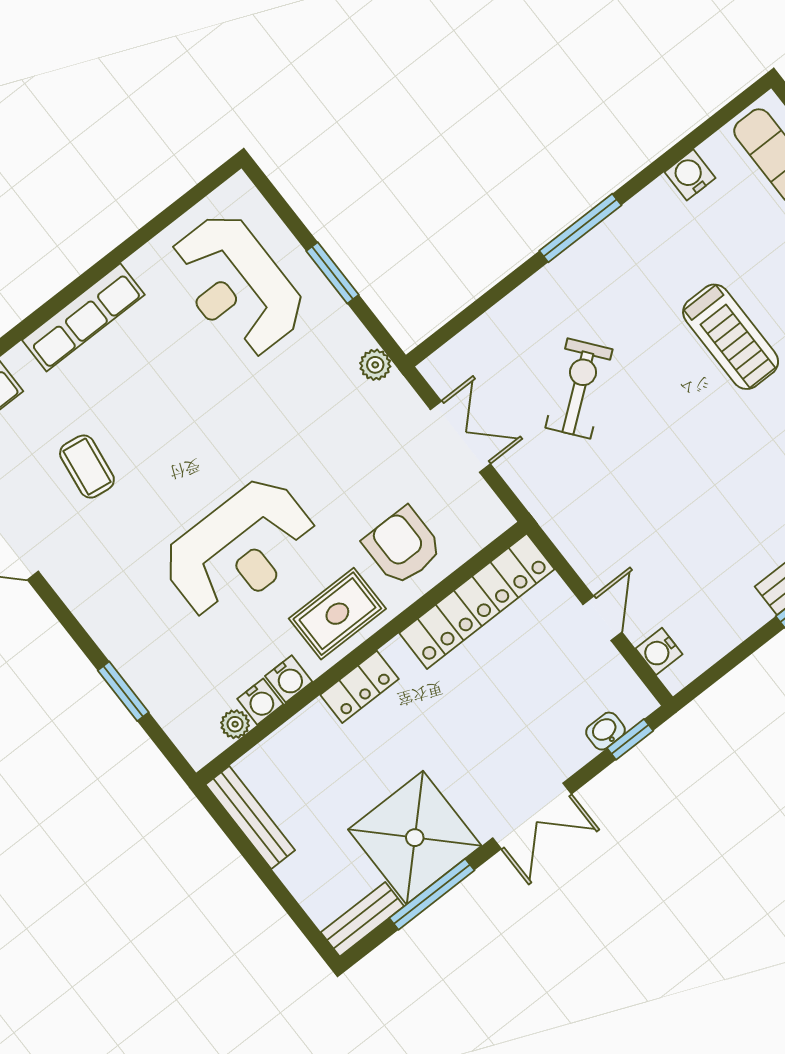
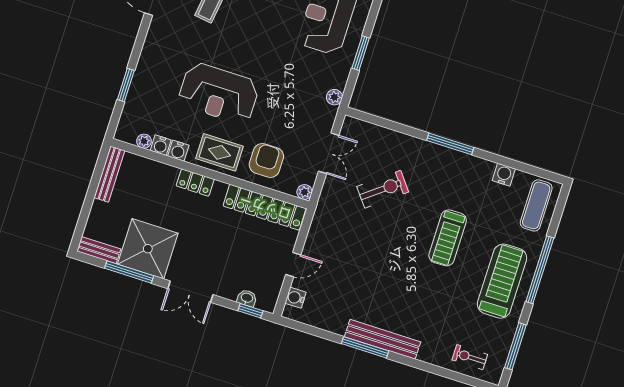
plant: (497, 519) -> (304, 192), added

